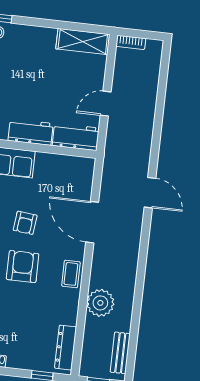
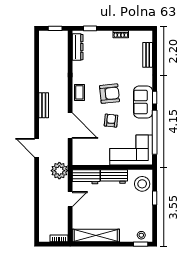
shelving: (83, 42) -> (96, 236), width x1.47
armchair: (23, 267) -> (110, 94), turned -96
plant: (100, 303) -> (59, 171), moved
bench: (120, 353) -> (44, 105), moved

